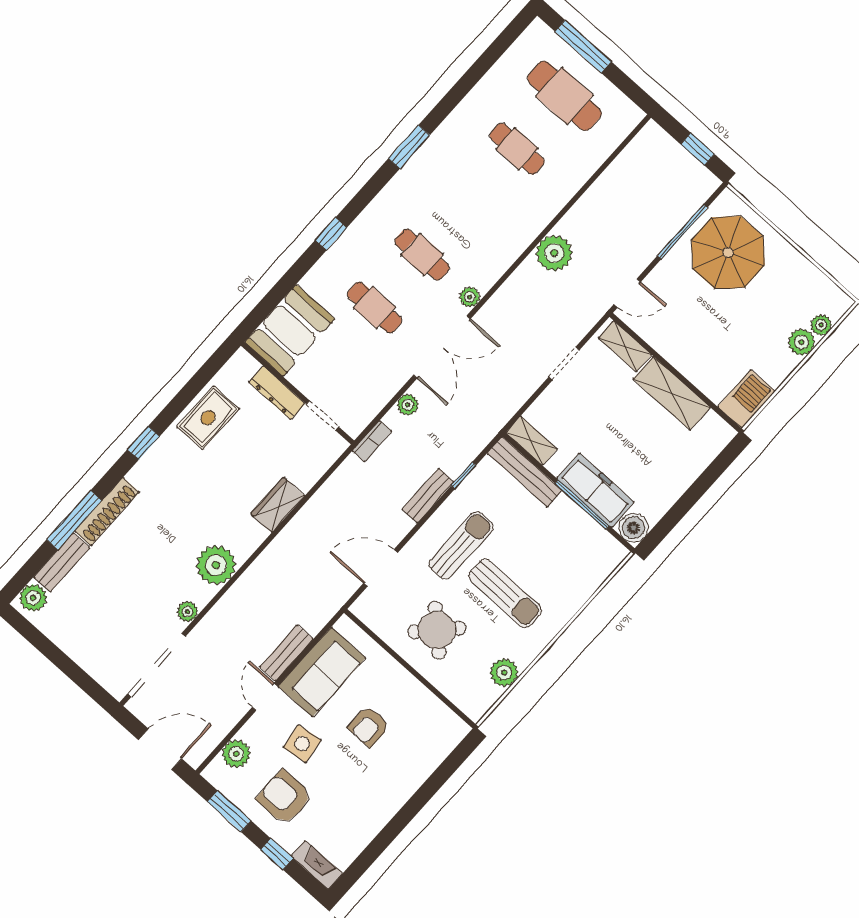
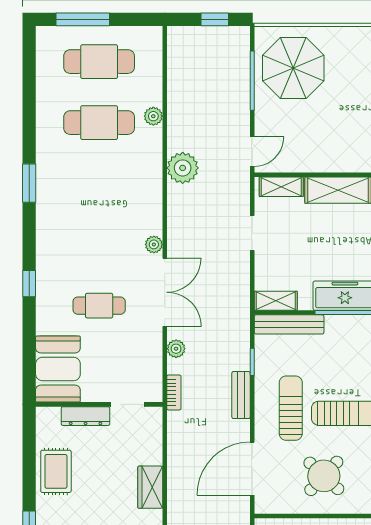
cafe table: (517, 149) -> (99, 123), width x1.37, depth x1.35
plant: (569, 185) -> (153, 116), added
cafe table: (422, 255) -> (99, 245), removed
door: (381, 568) -> (252, 469), width x1.36

